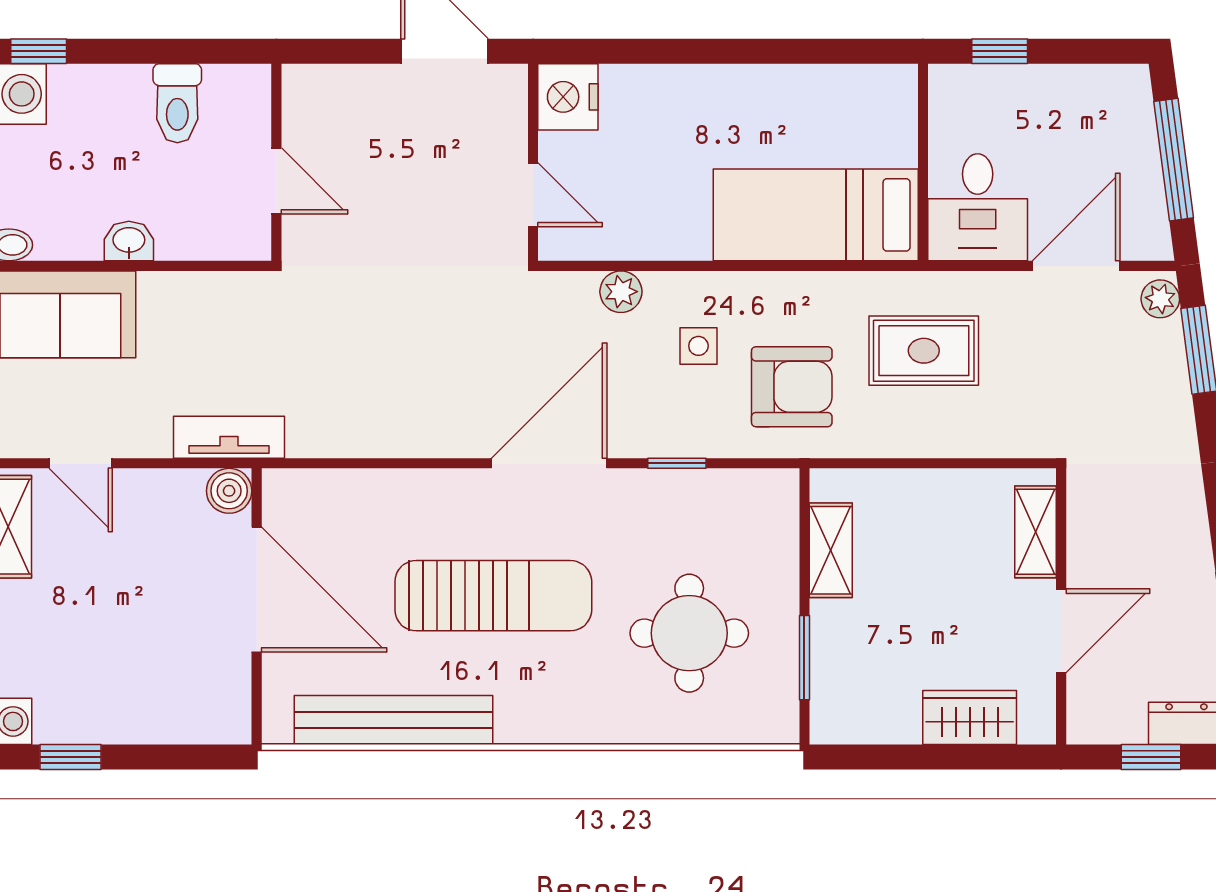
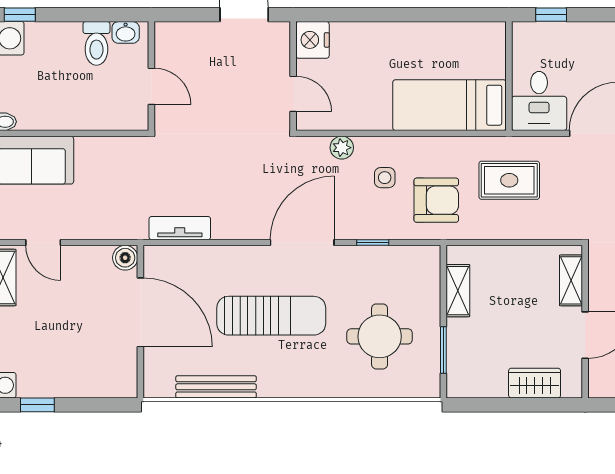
washbasin: (129, 241) -> (126, 32), moved, turned 180
tv unit: (229, 437) -> (180, 228), moved
bench: (393, 720) -> (216, 387), width x0.73, depth x0.82

